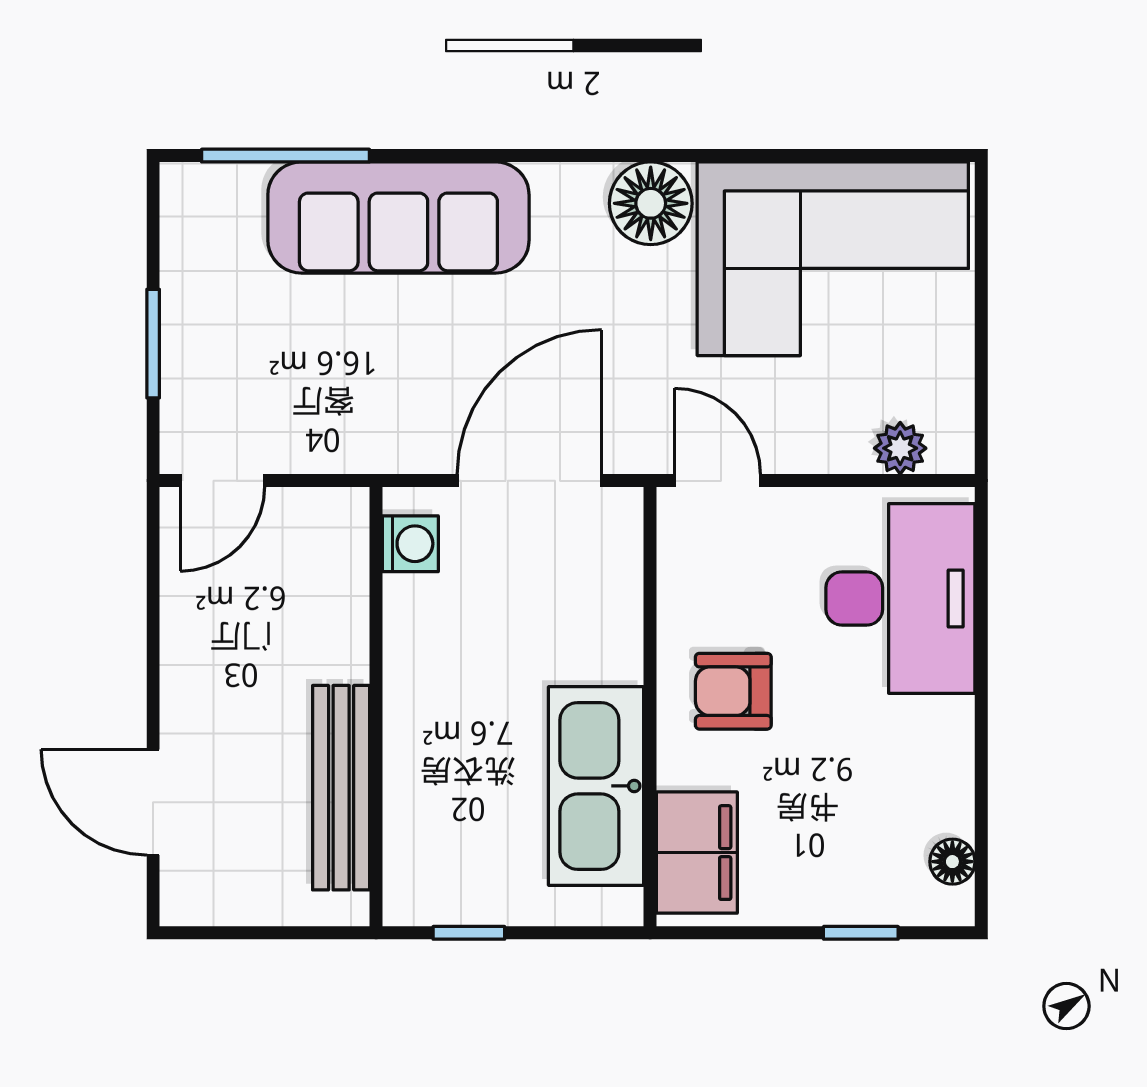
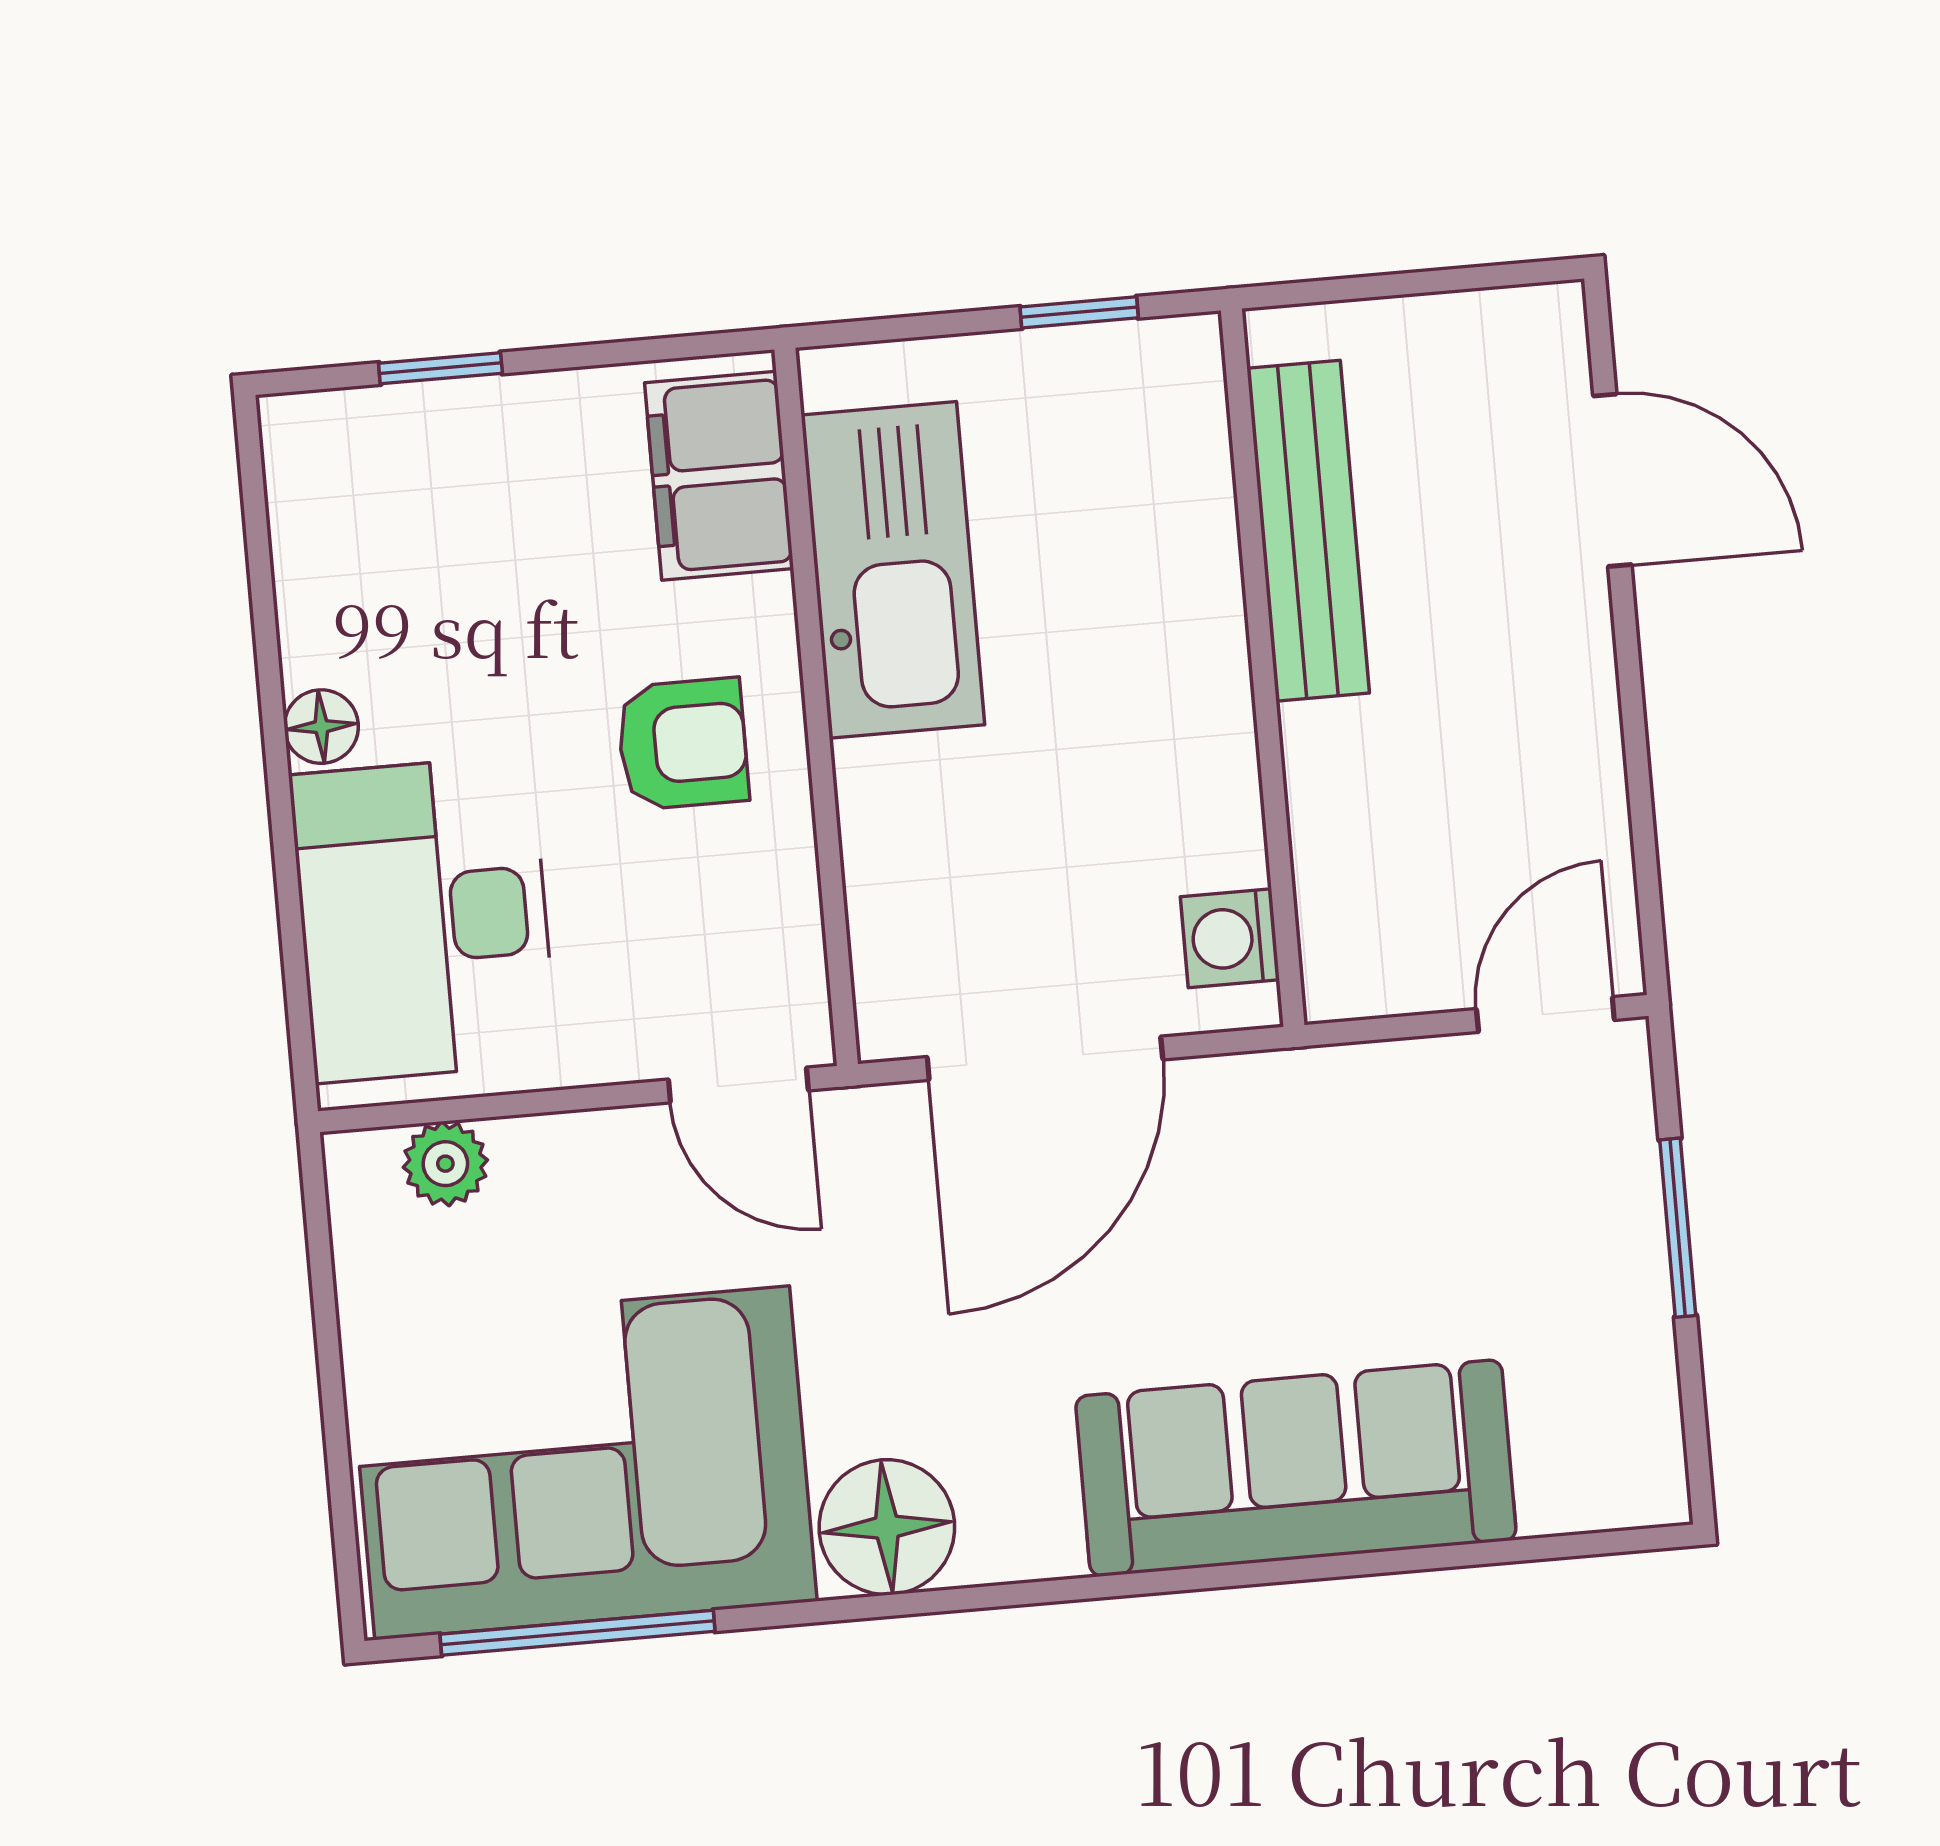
window: (285, 156) -> (578, 1633), moved
floor lamp: (952, 862) -> (321, 727), moved

